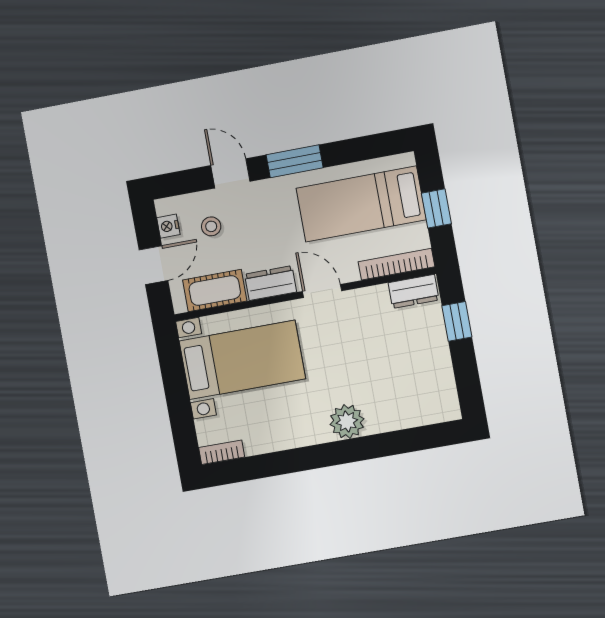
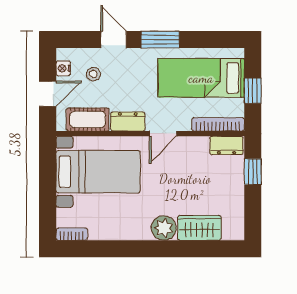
door: (322, 291) -> (163, 134), swing flipped
wardrobe: (397, 412) -> (199, 228), added

